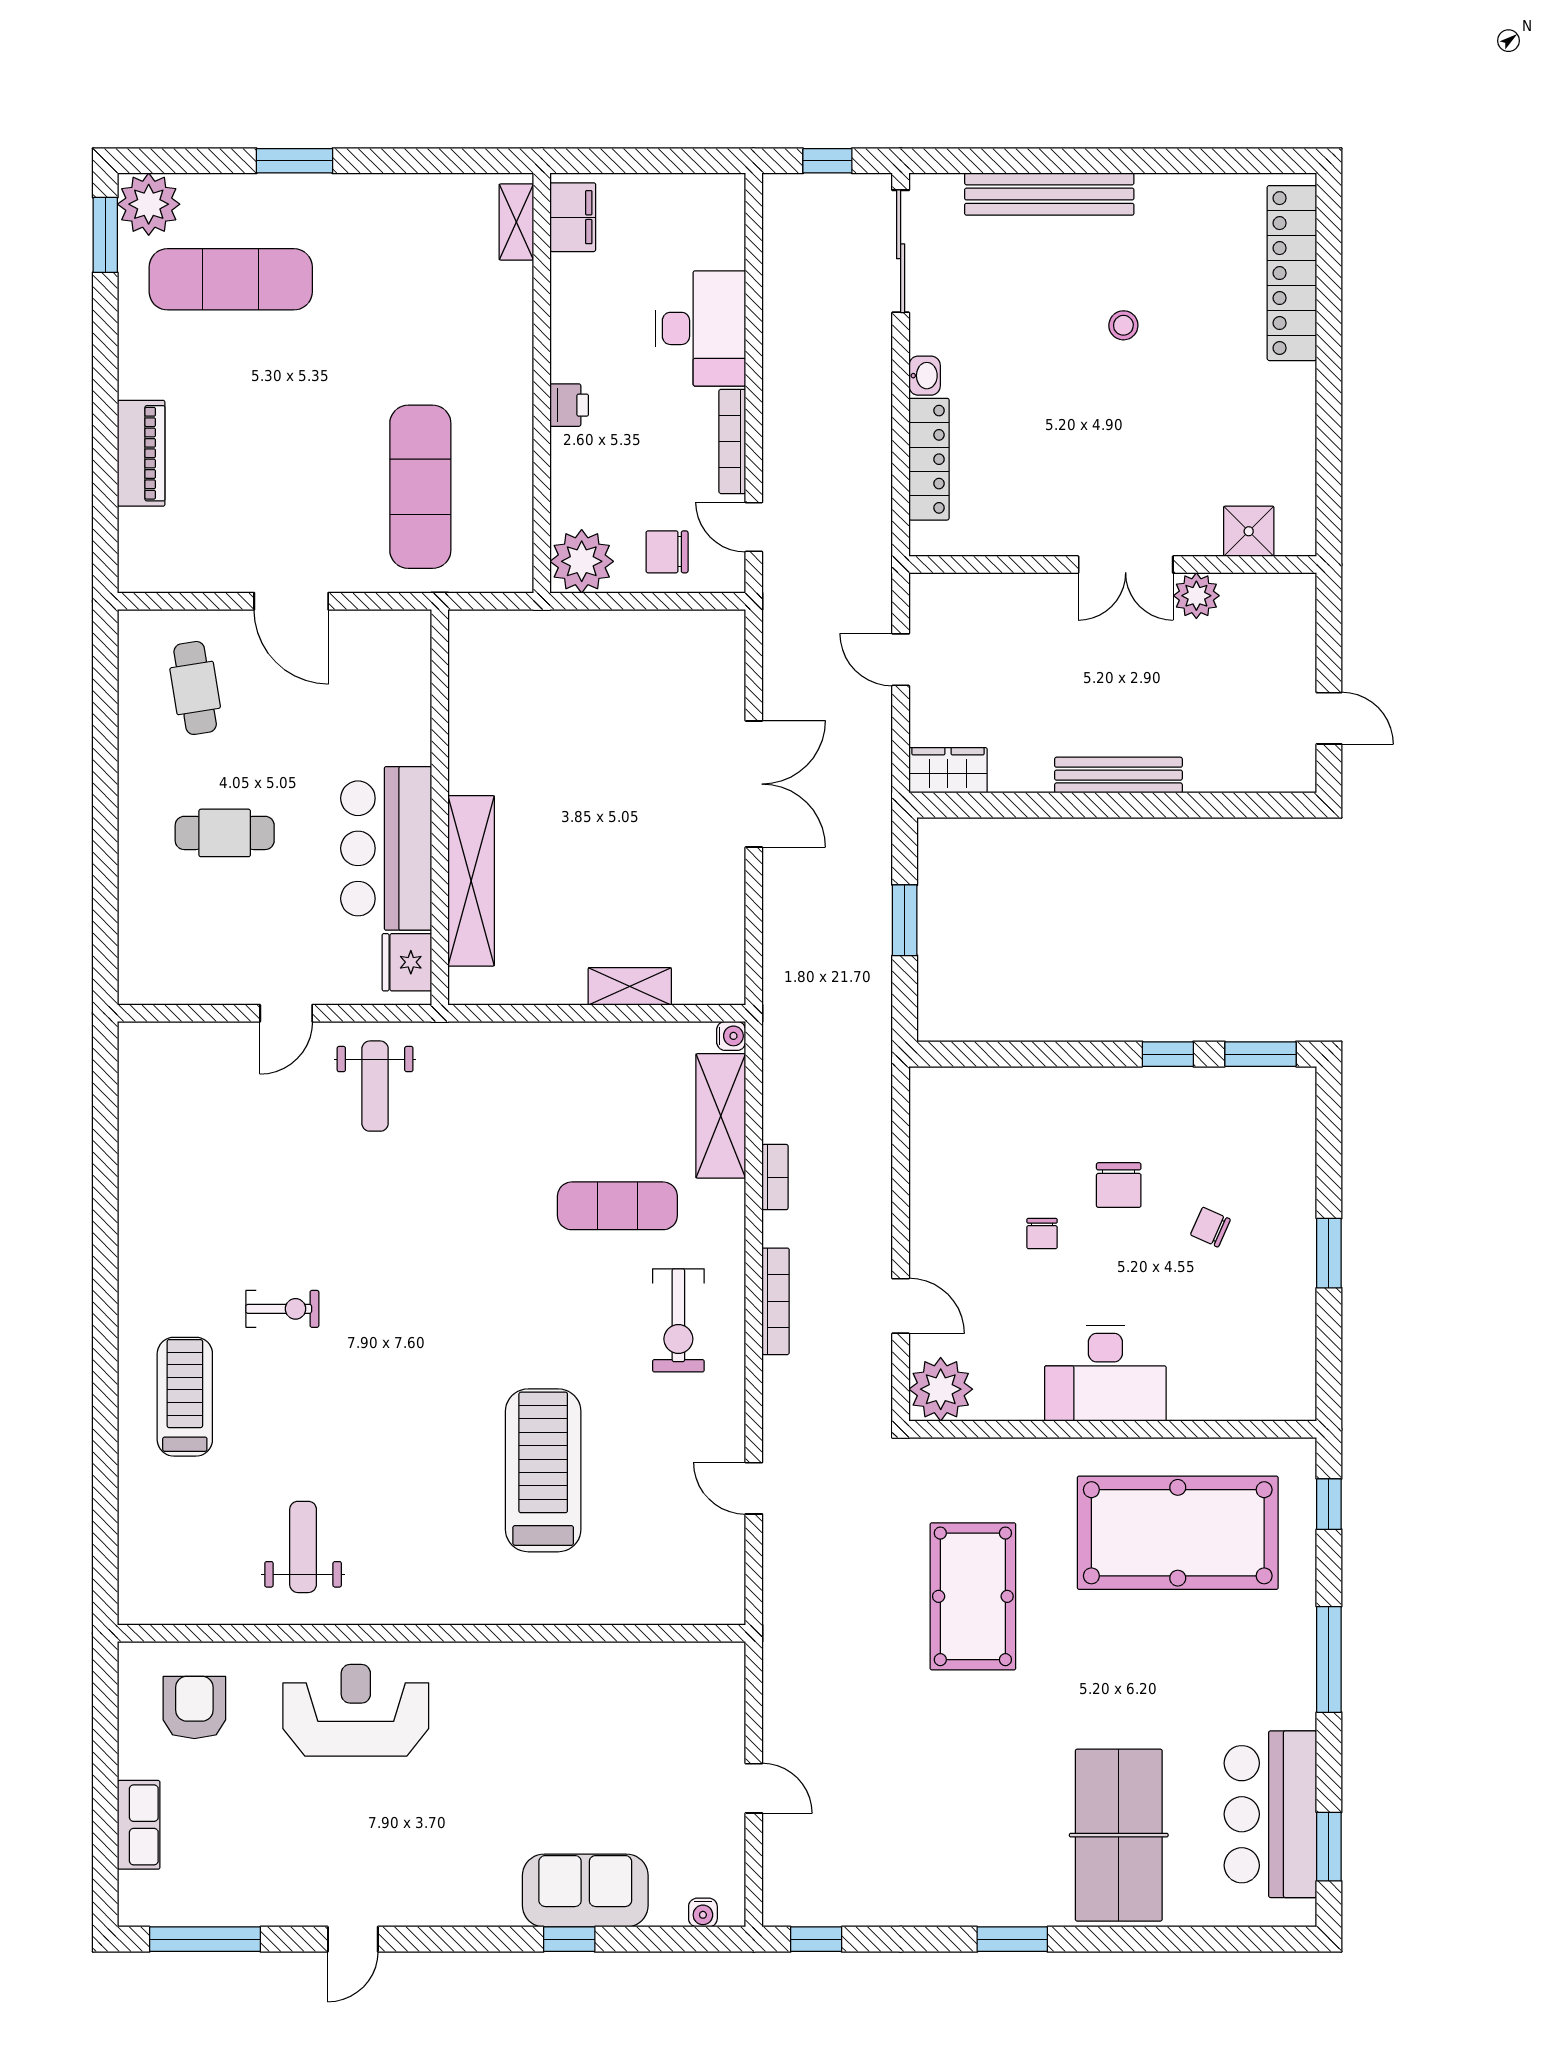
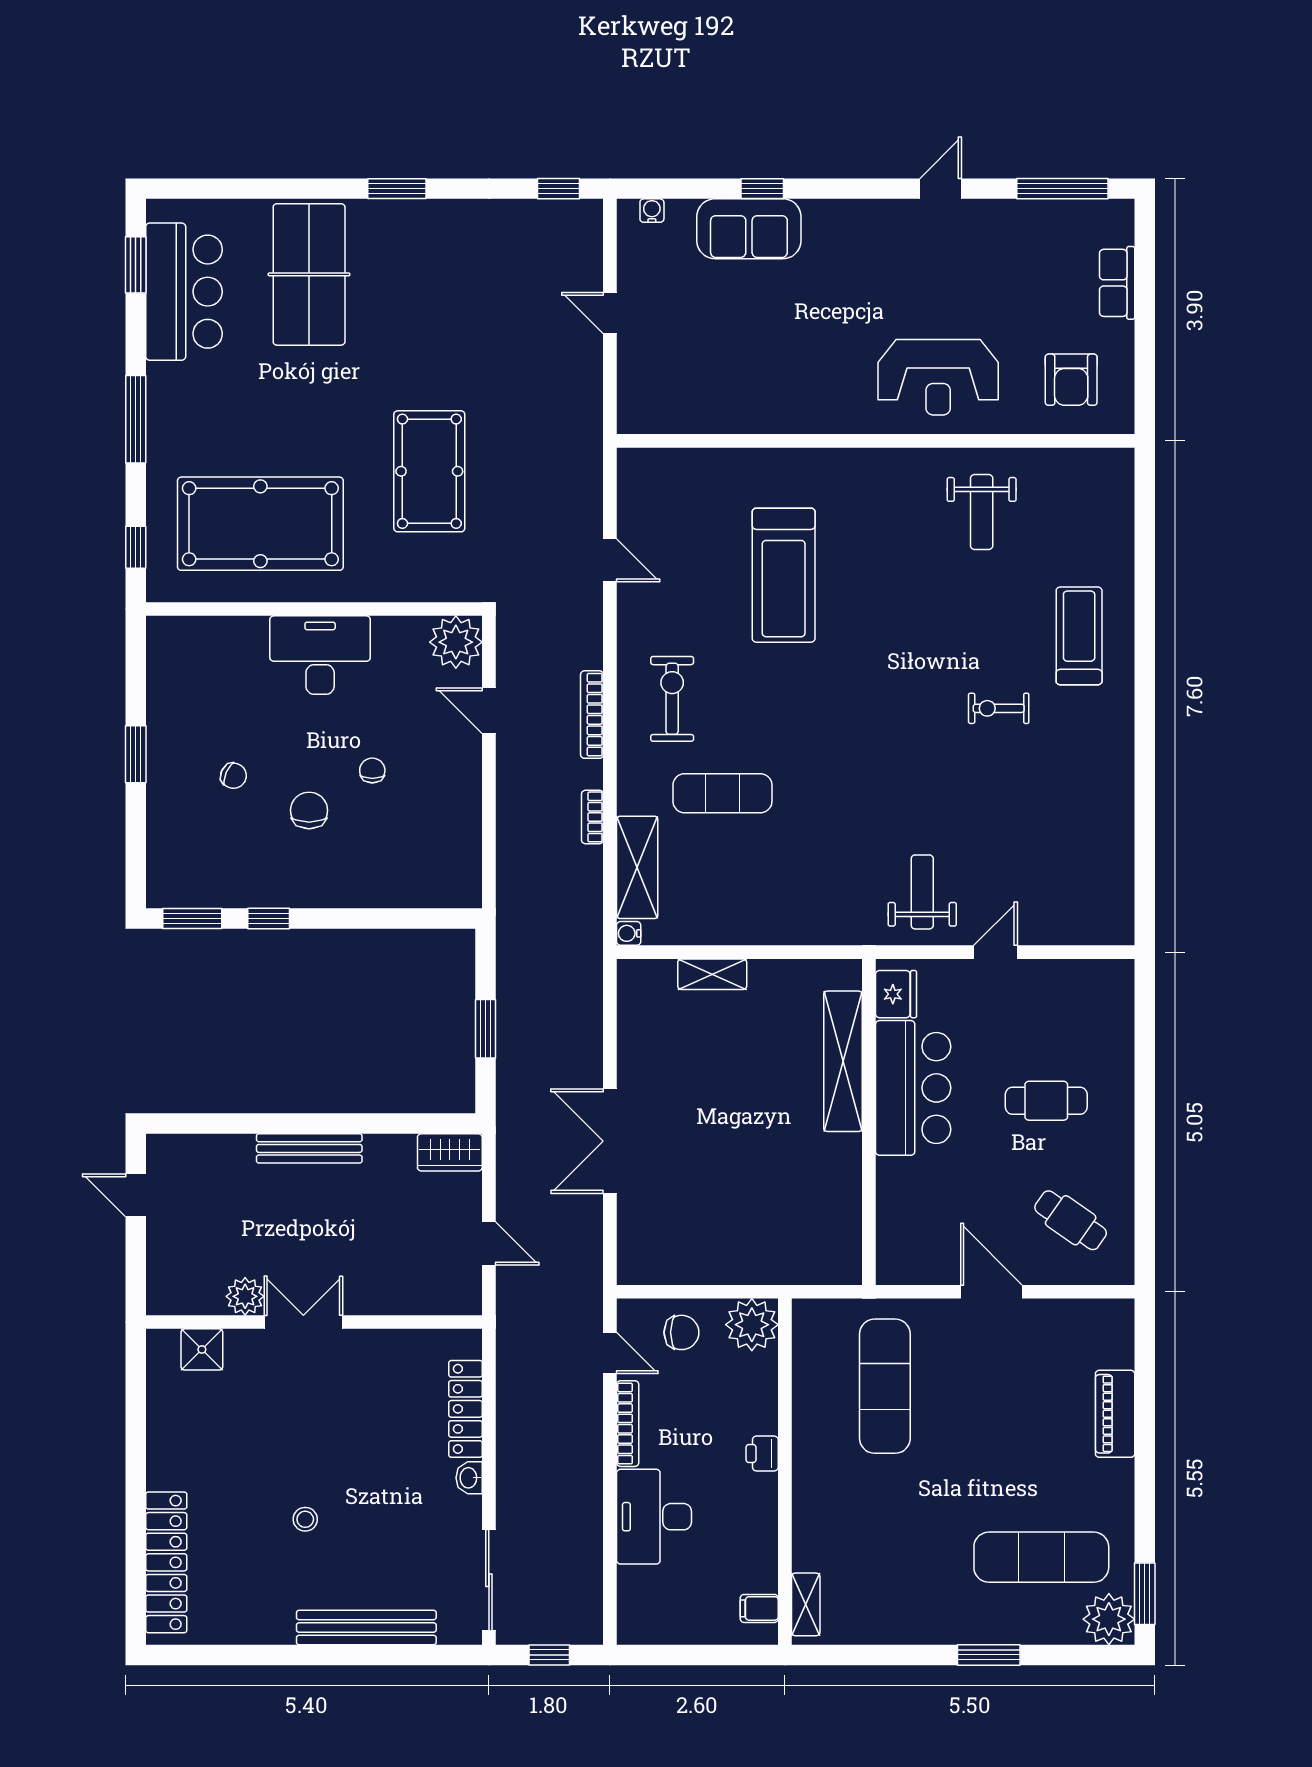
filing cabinet: (573, 217) -> (759, 1608), width x0.50
cafe table: (195, 688) -> (1071, 1220), turned -46
treadmill: (185, 1397) -> (1079, 636), turned 180

